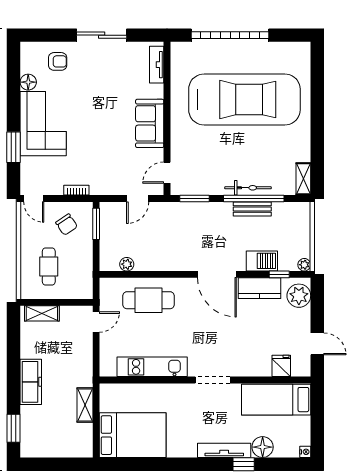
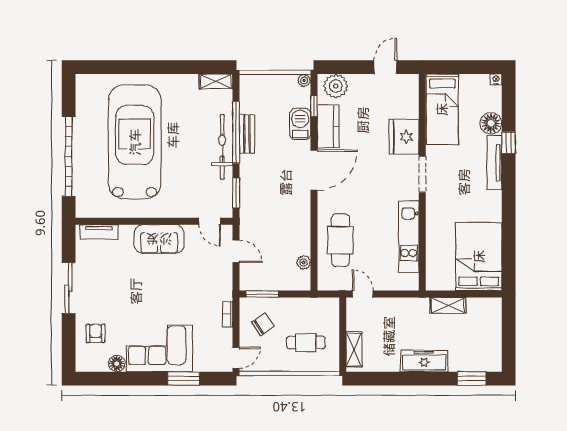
bicycle: (248, 188) -> (222, 147), width x1.37, depth x1.40
fridge: (281, 366) -> (404, 137), moved, width x1.88, depth x1.34

